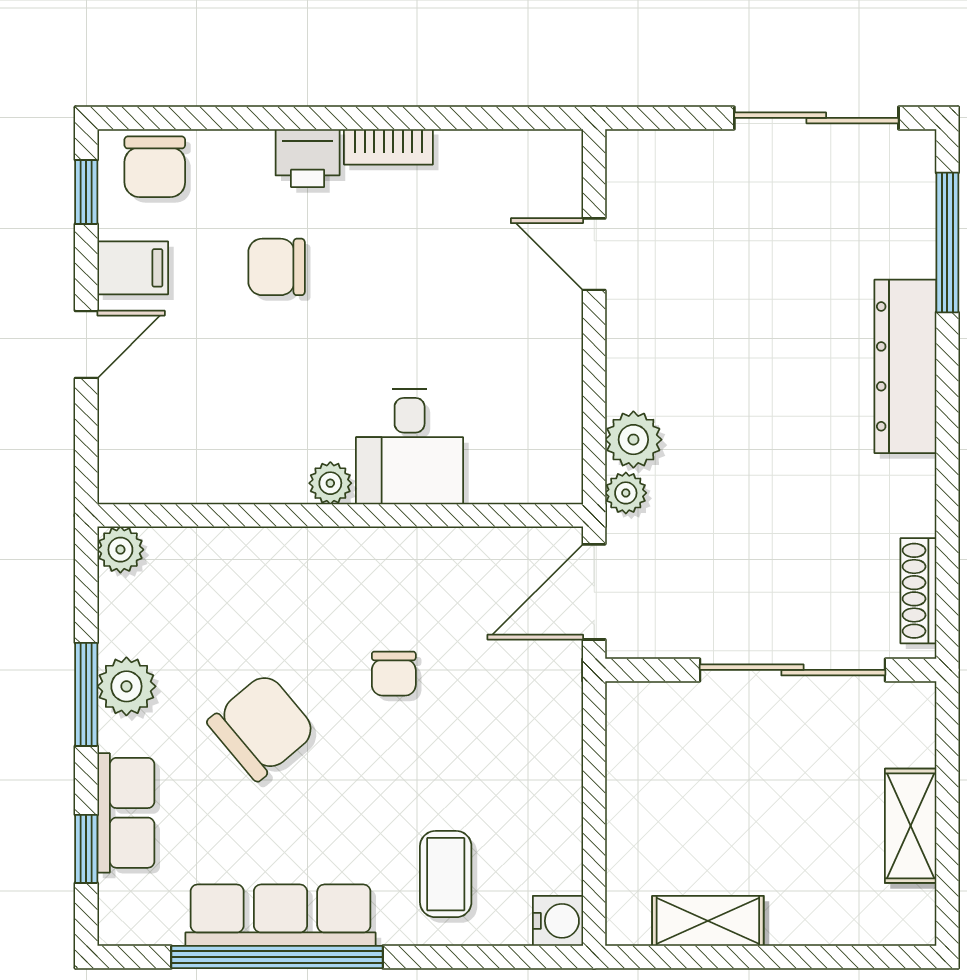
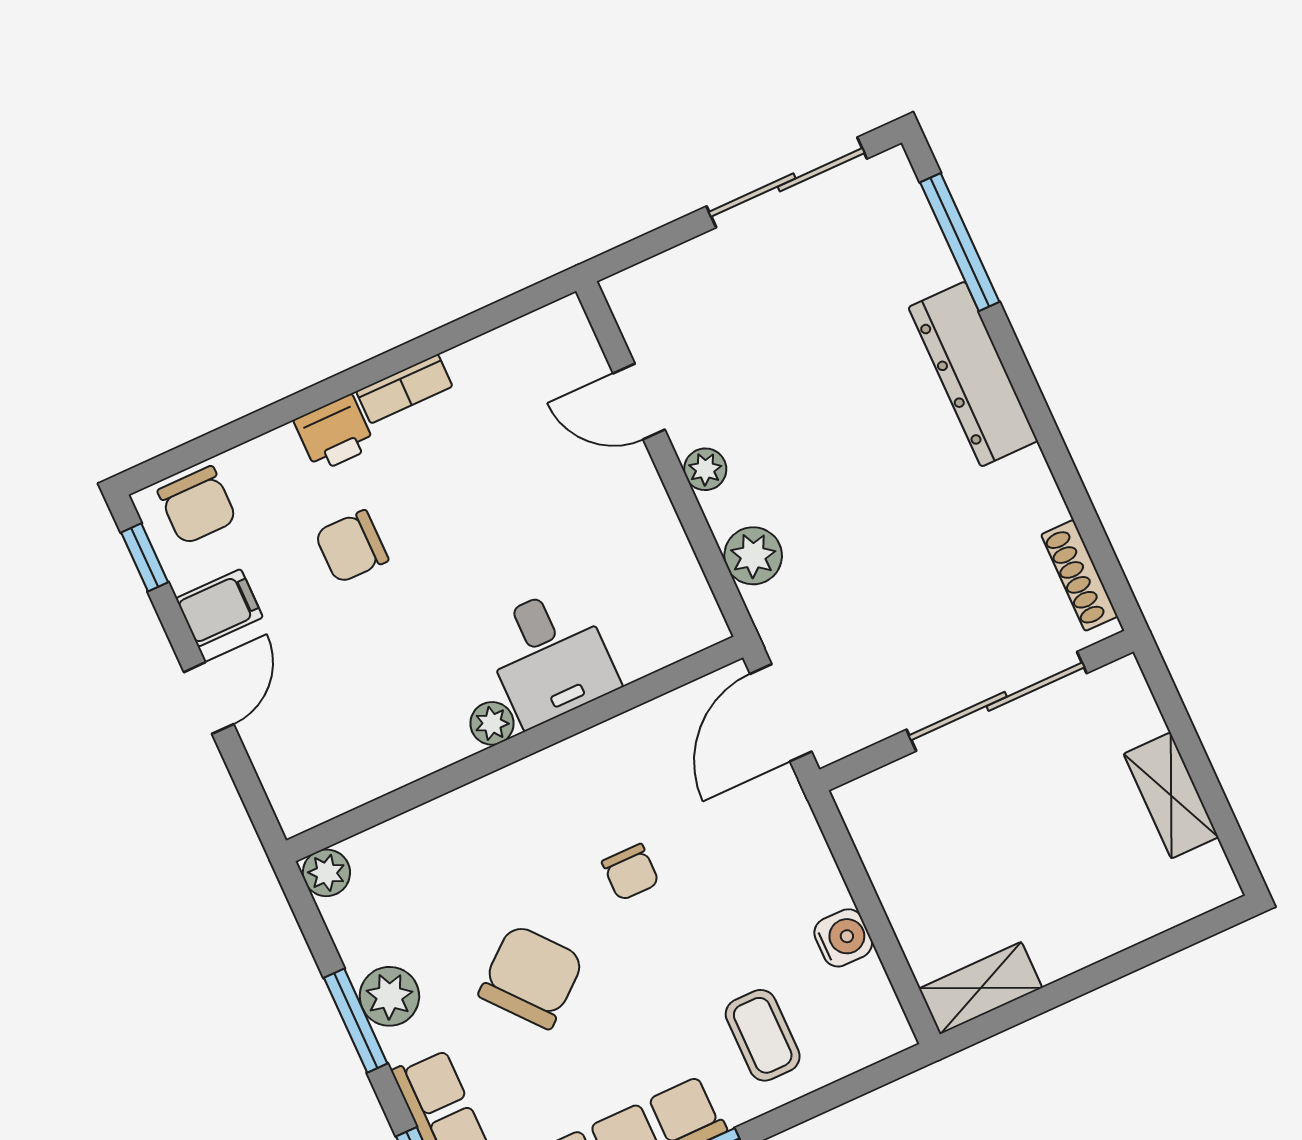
plant: (626, 493) -> (705, 469), moved
water cooler: (558, 921) -> (843, 938), moved
shelving: (708, 921) -> (981, 988), moved

